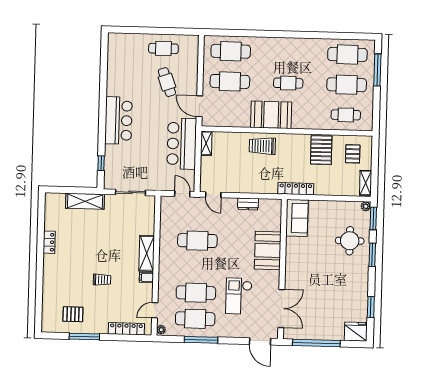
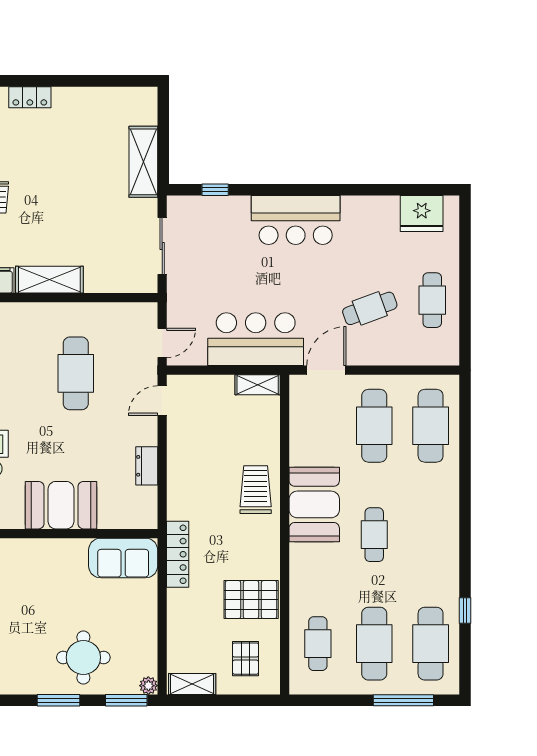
window: (330, 36) -> (465, 610), added
fridge: (117, 53) -> (422, 213), added
pallet: (353, 154) -> (246, 659), turned 90
locker: (49, 242) -> (30, 97), moved

